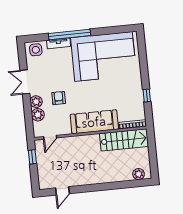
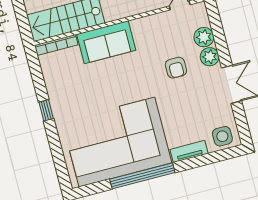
window: (70, 35) -> (142, 176), moved
window: (147, 95) -> (46, 110), moved
sofa: (94, 122) -> (106, 42), width x0.73

